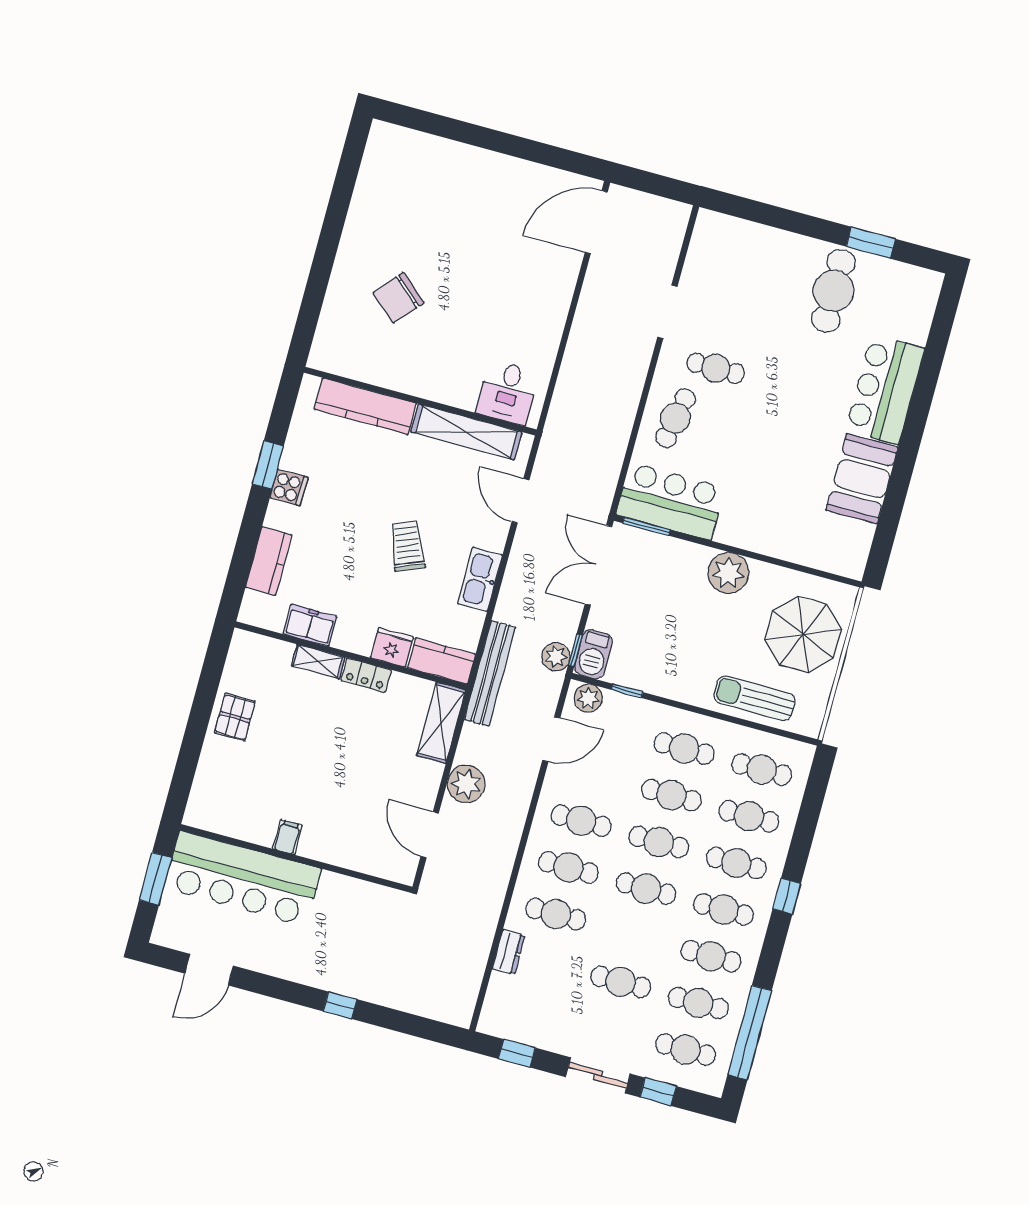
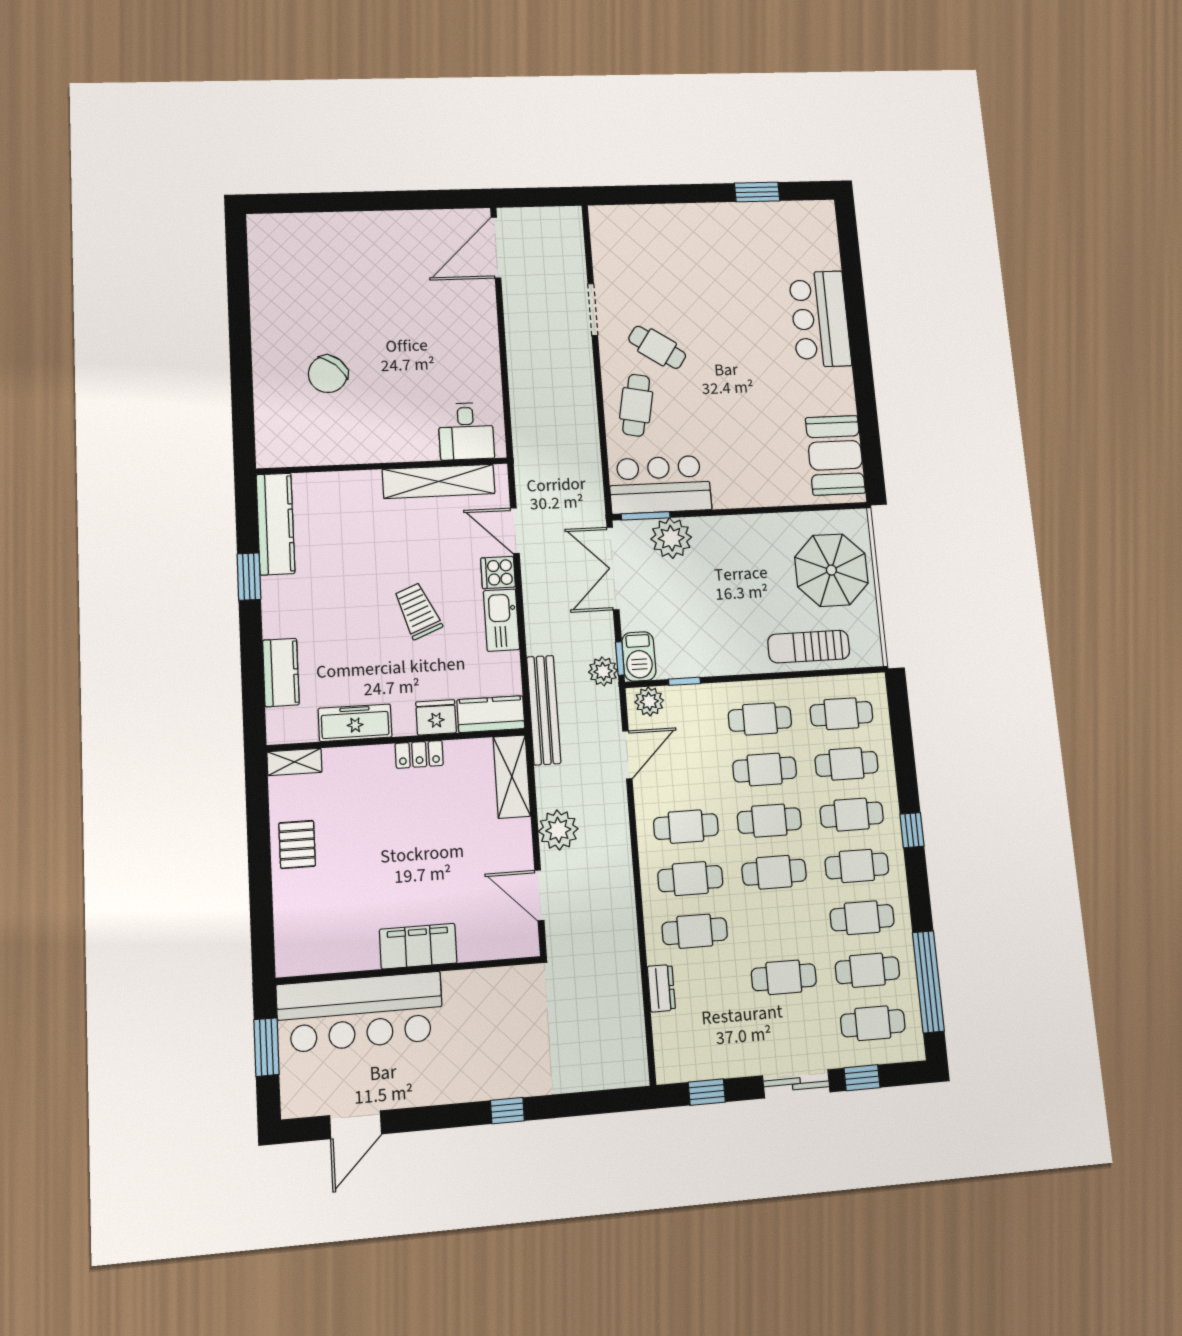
cafe table: (833, 291) -> (740, 245), removed
cafe table: (716, 368) -> (657, 347), turned 34
kitchen counter: (365, 406) -> (276, 524), moved, turned -90
booth: (862, 479) -> (835, 455), moved
cooker: (289, 487) -> (498, 573), moved, turned 180
plant: (728, 573) -> (671, 538), moved
freezer: (310, 625) -> (355, 723), width x1.40
shelving: (318, 662) -> (294, 762), moved
filing cabinet: (287, 837) -> (418, 946), width x3.00, depth x1.17

